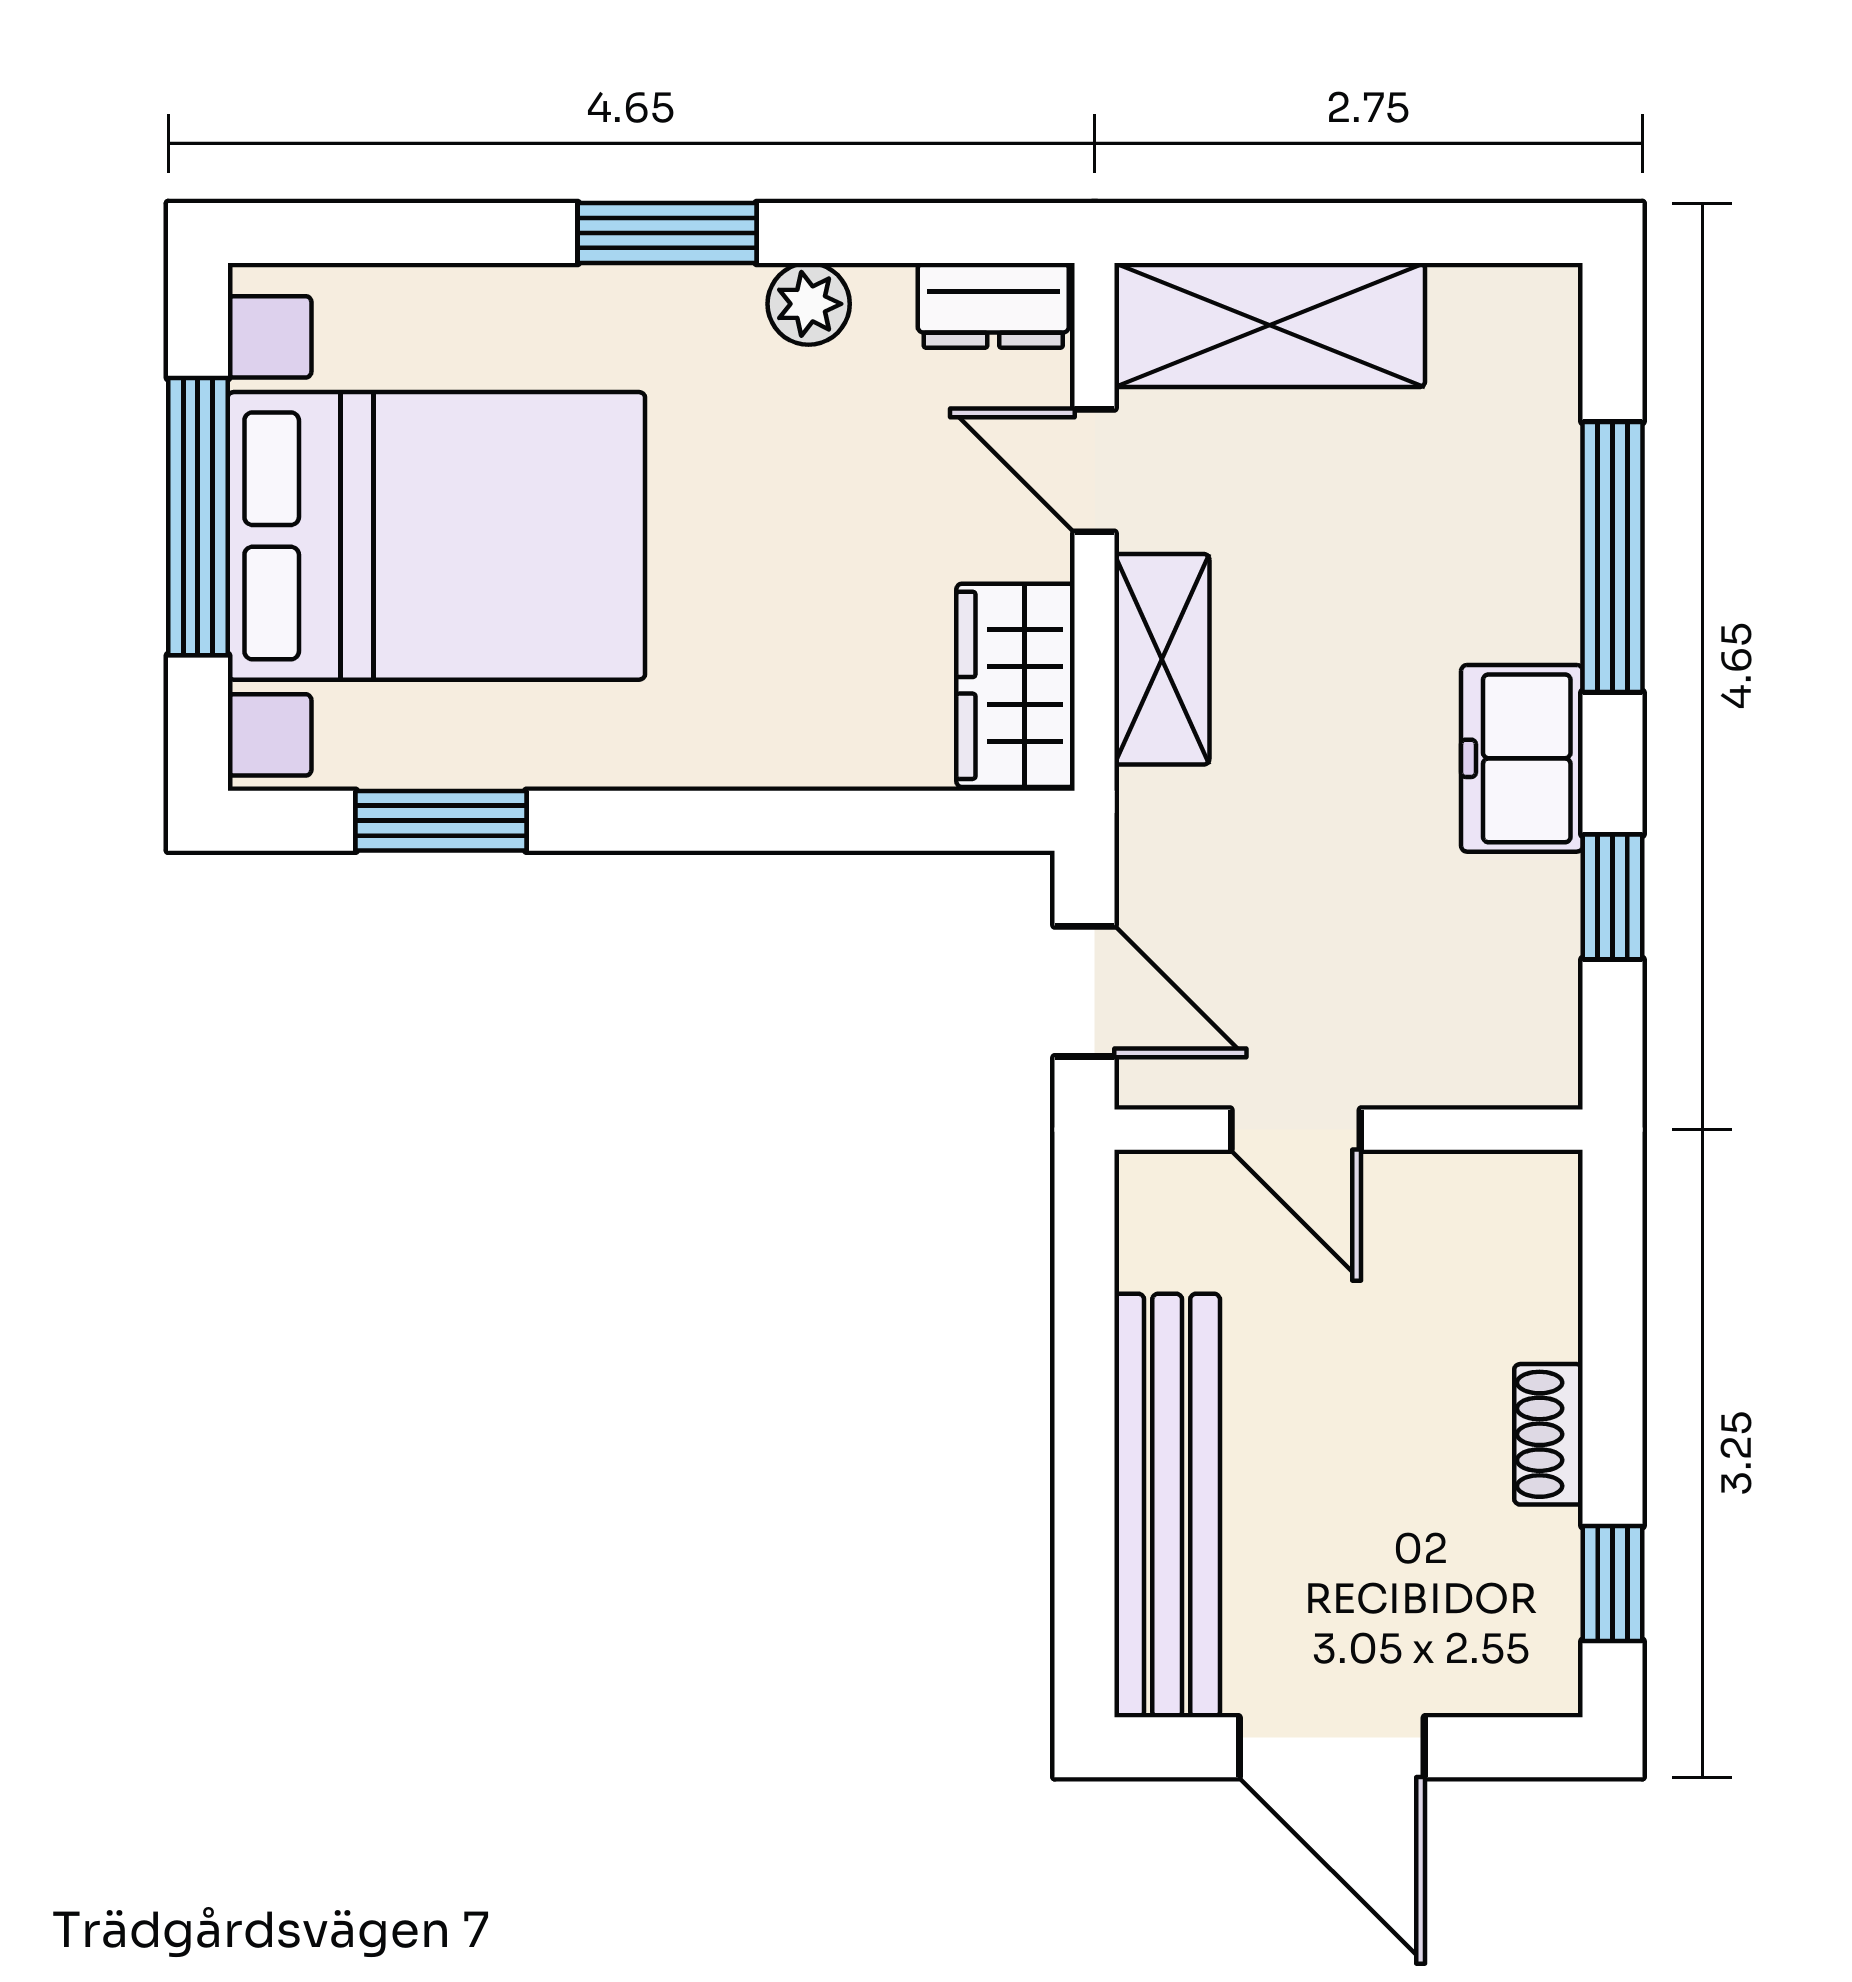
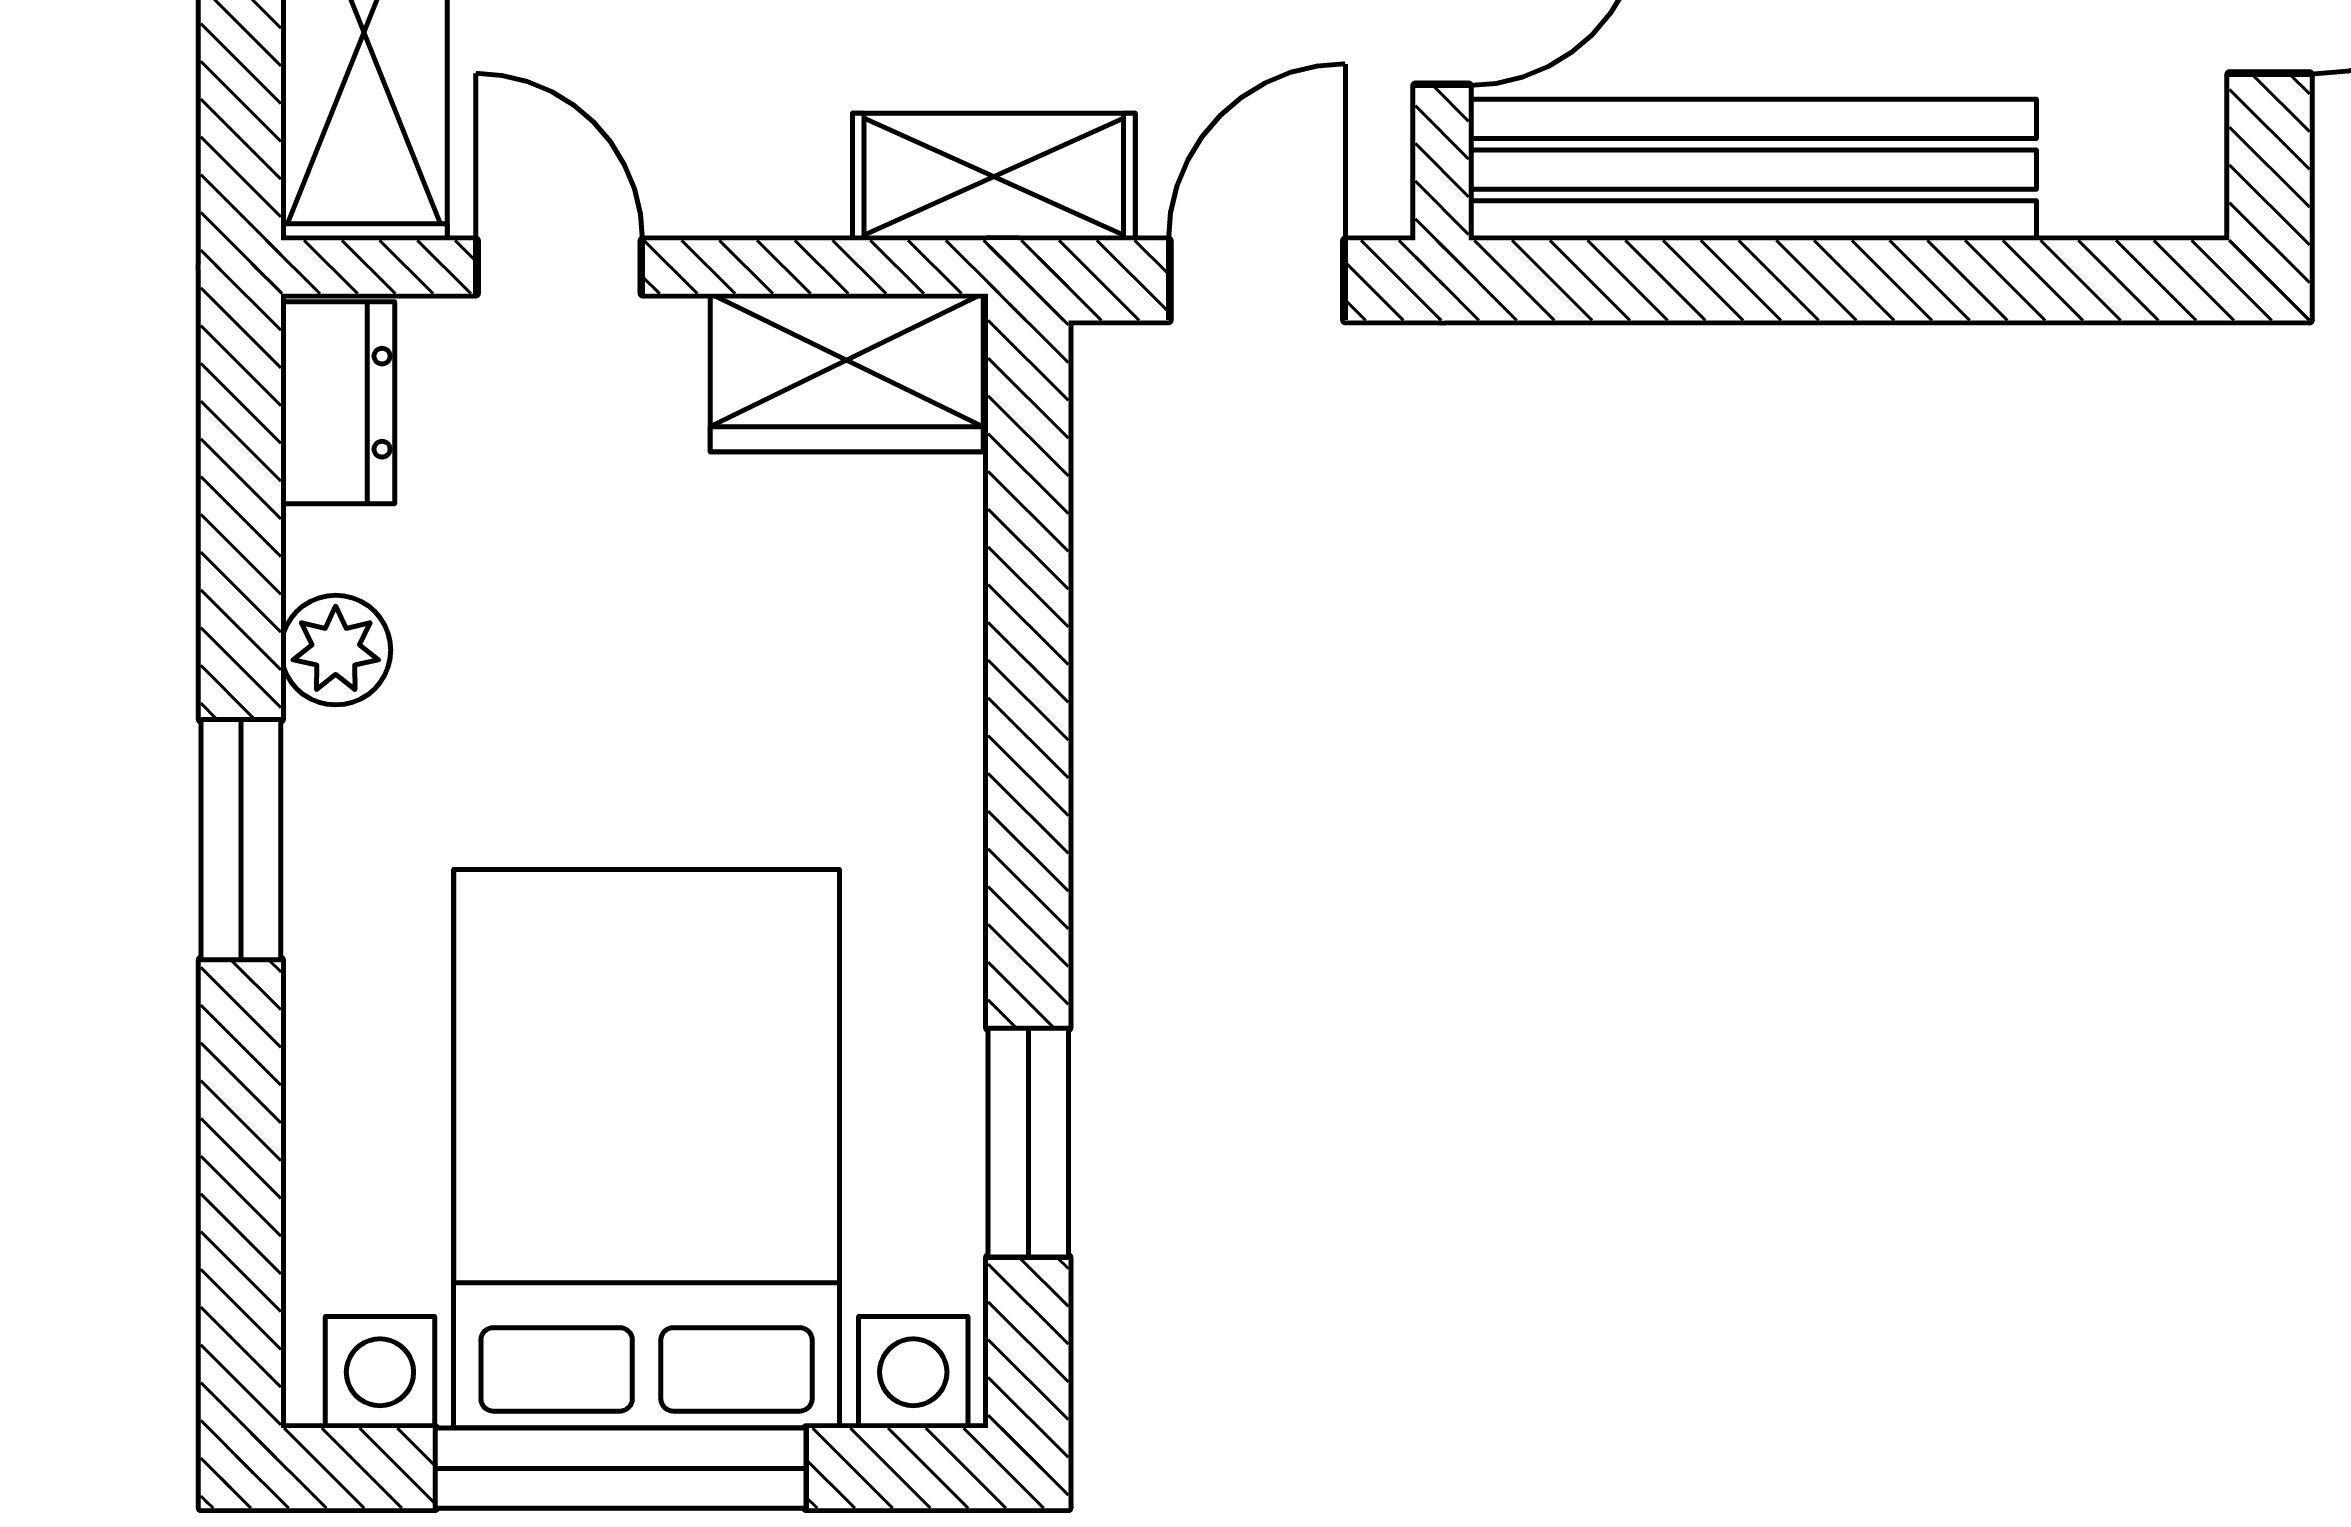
door: (1095, 471) -> (559, 267), swing flipped
shelving: (1162, 659) -> (994, 177), moved
bench: (1167, 1505) -> (1753, 170), moved

